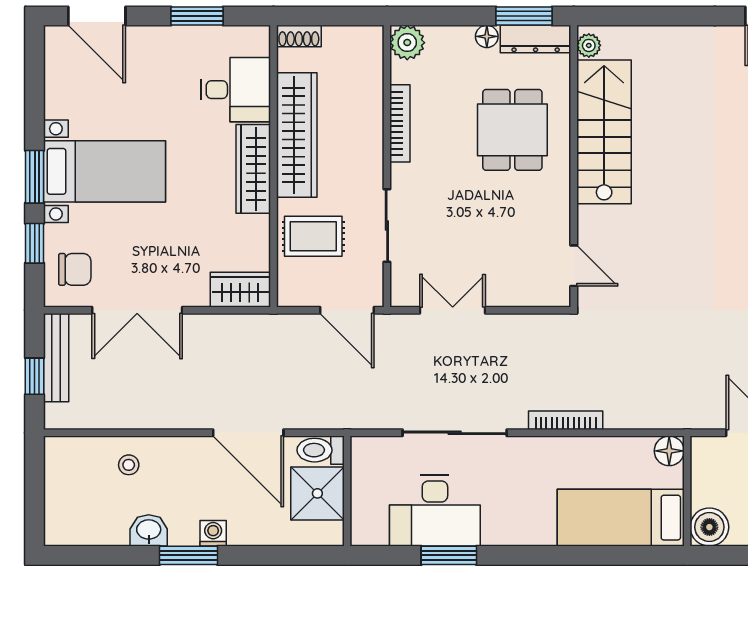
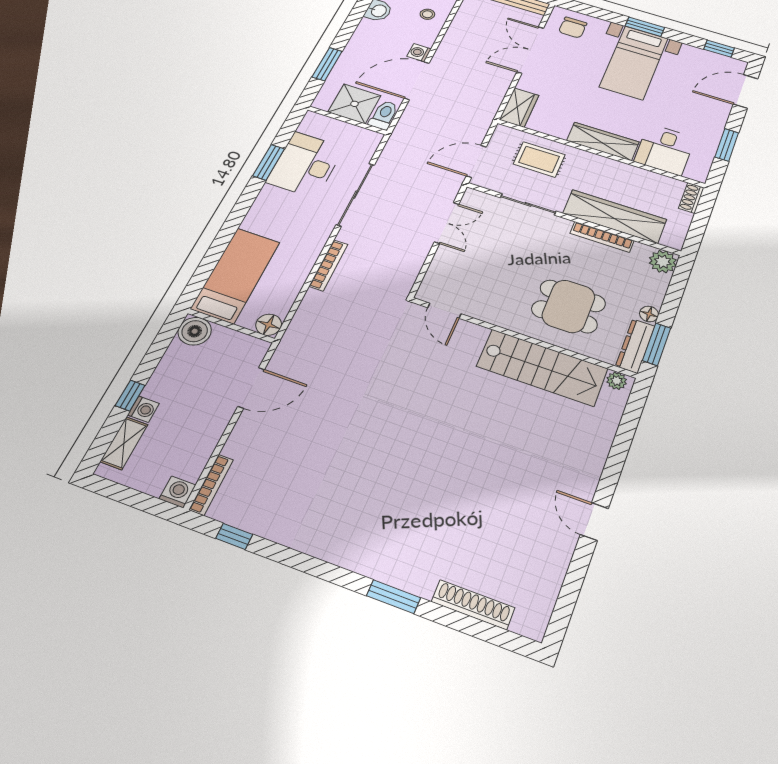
wardrobe: (297, 135) -> (615, 216), moved, turned 180
rug: (313, 236) -> (539, 159), turned 90
window: (35, 243) -> (719, 49), moved
door: (574, 266) -> (444, 311), hinge flipped
washing machine: (213, 533) -> (419, 53), moved, turned 180
window: (188, 555) -> (327, 64), moved

